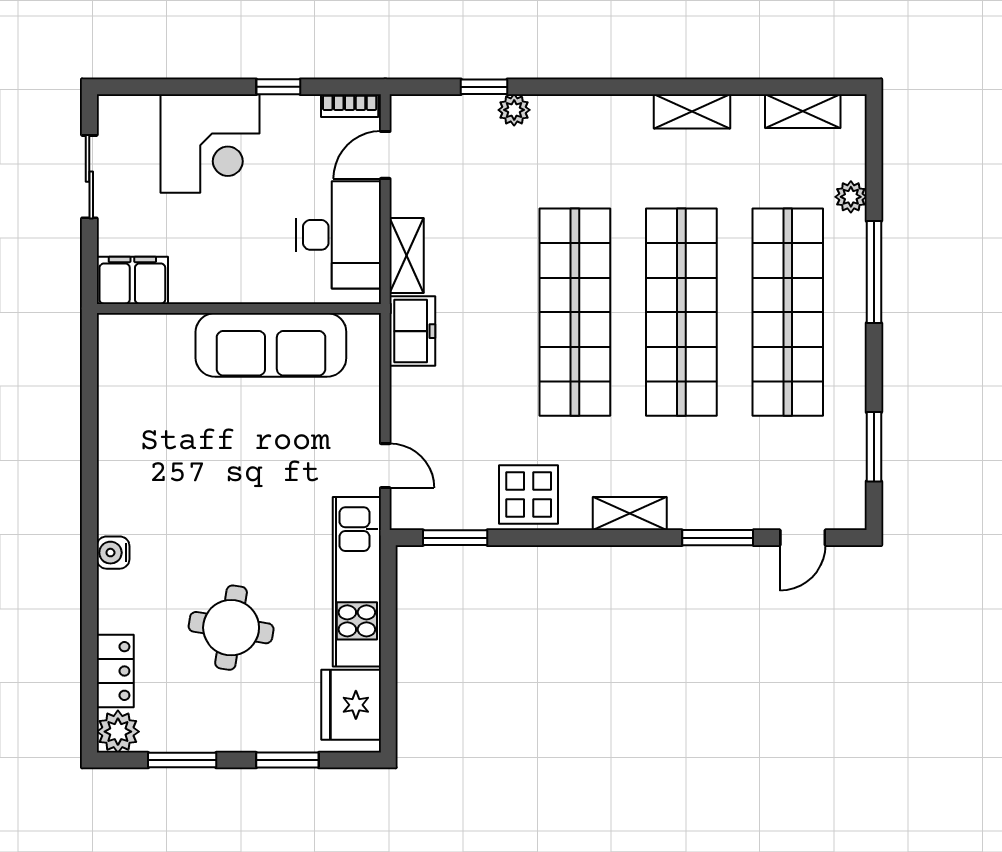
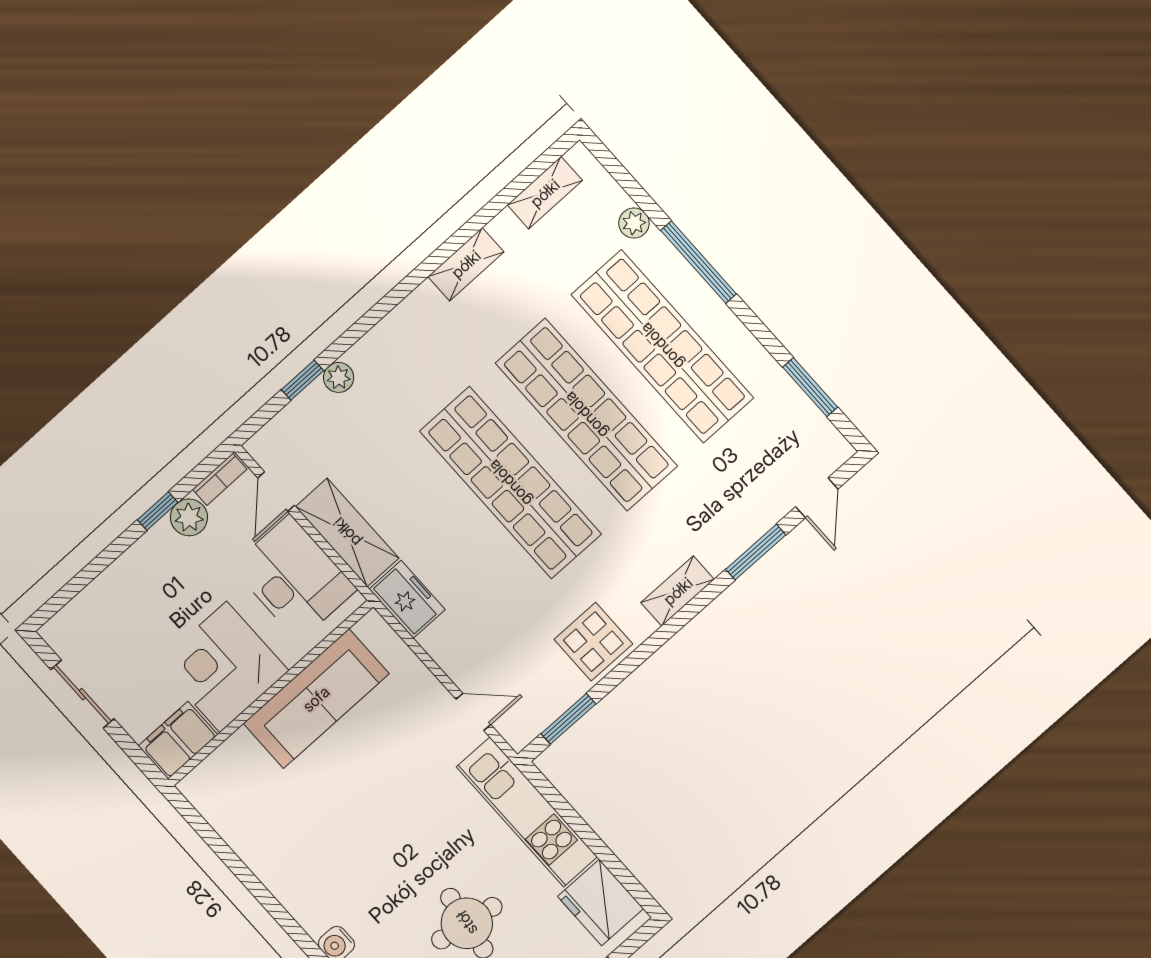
plant: (299, 114) -> (189, 517), added
corner desk: (210, 144) -> (223, 667), moved, turned 180
shelving: (407, 255) -> (347, 532), width x1.50, depth x1.33

